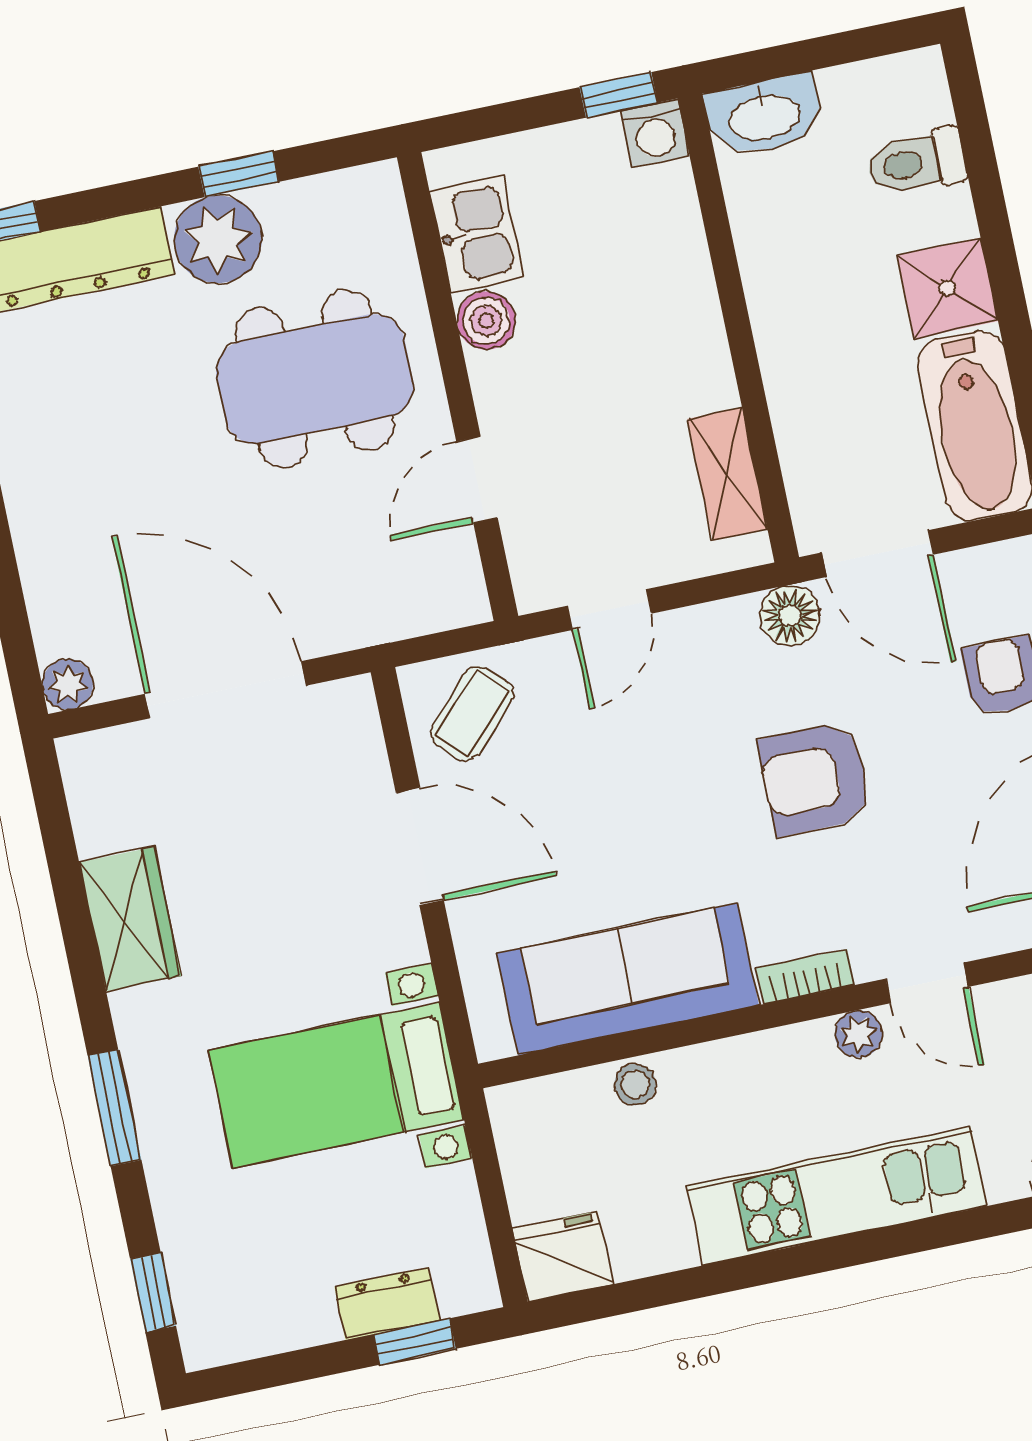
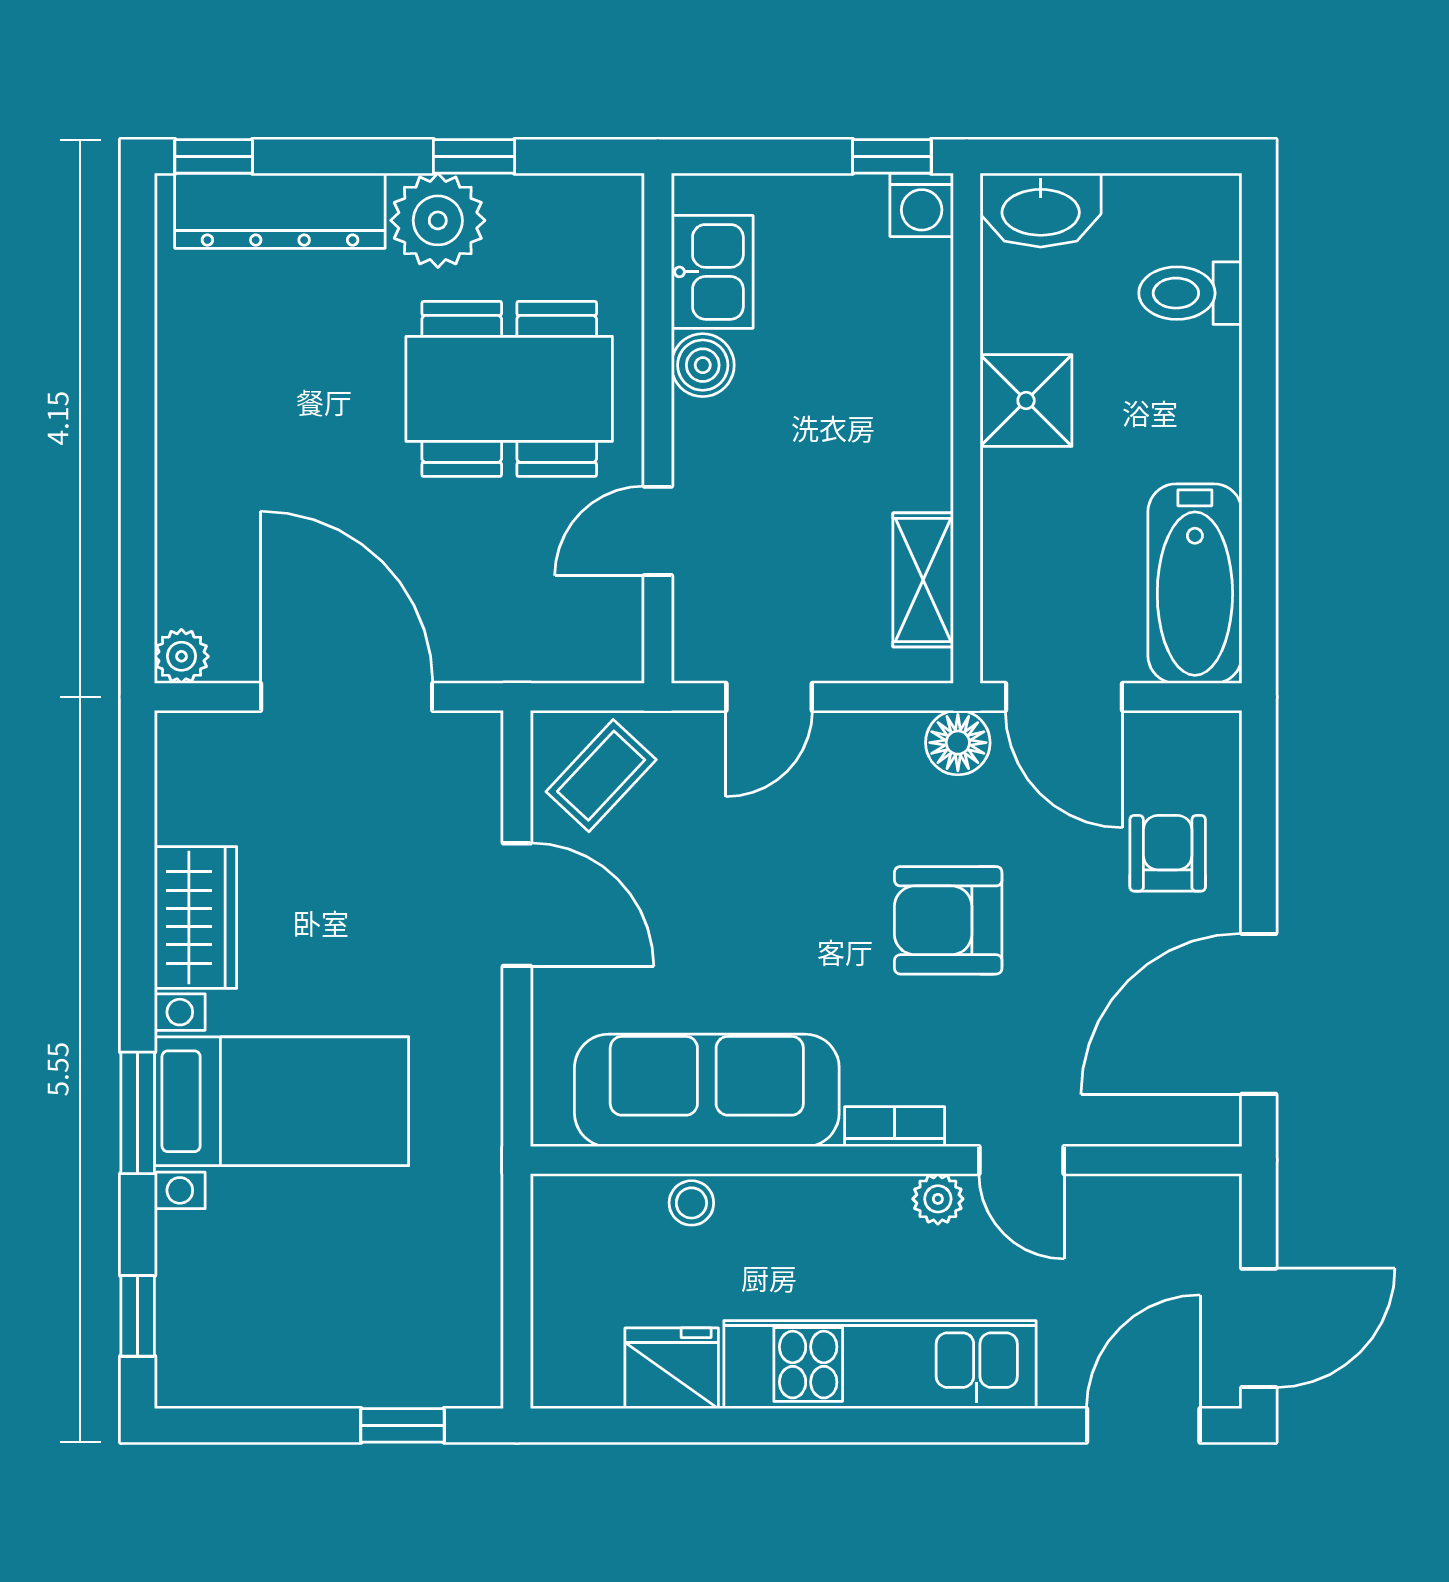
shower: (948, 288) -> (1026, 401), moved
bed with nightstands: (336, 1085) -> (281, 1101), moved, turned 180
fridge: (563, 1256) -> (672, 1368), moved
dresser: (387, 1304) -> (382, 1379), removed

